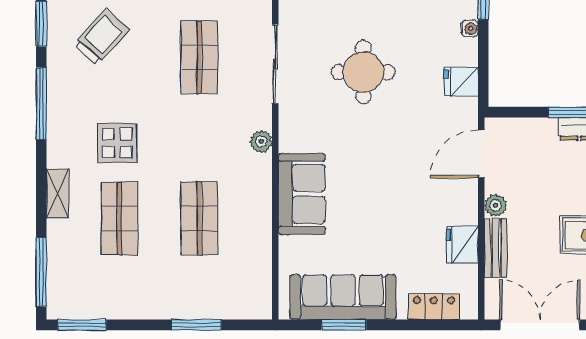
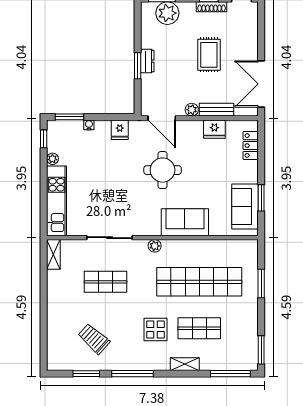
round table: (363, 72) -> (163, 170), moved
shop shelf: (199, 218) -> (199, 282), width x2.00, depth x1.36
sofa: (343, 297) -> (245, 206), width x0.73

